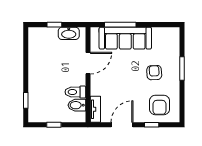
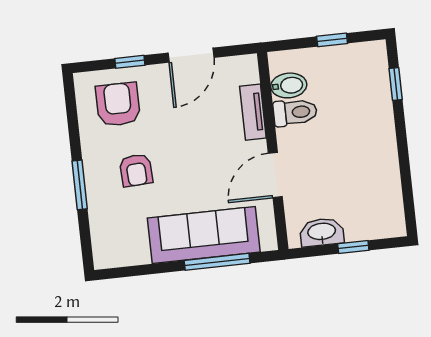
tv unit: (95, 109) -> (253, 112), moved

